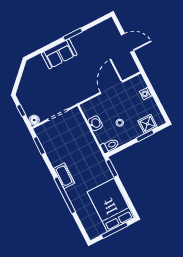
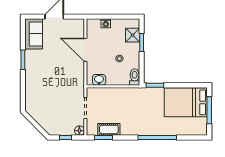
sofa: (59, 54) -> (34, 34), moved
washbasin: (95, 123) -> (99, 80), moved
cot: (64, 176) -> (109, 129), moved

